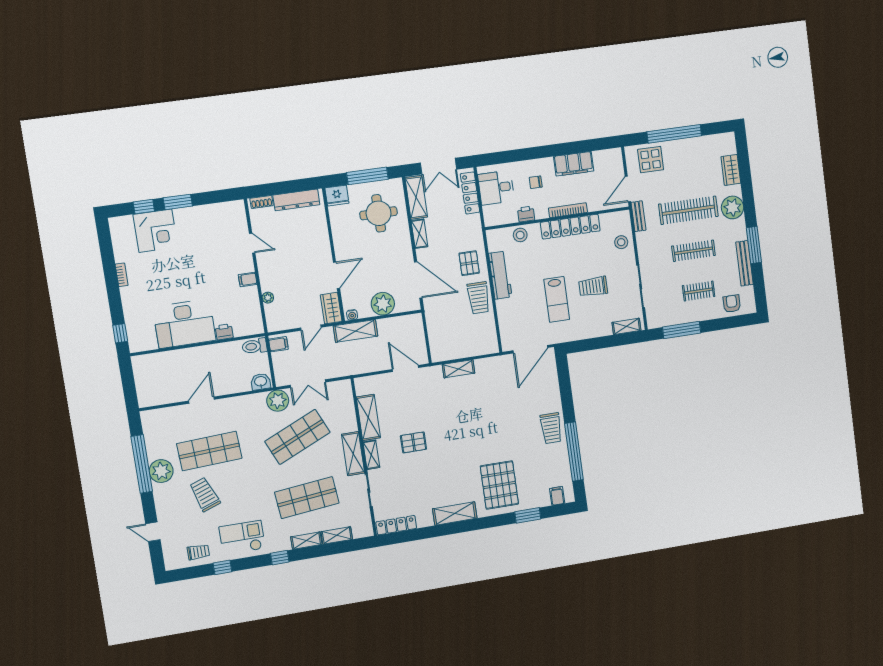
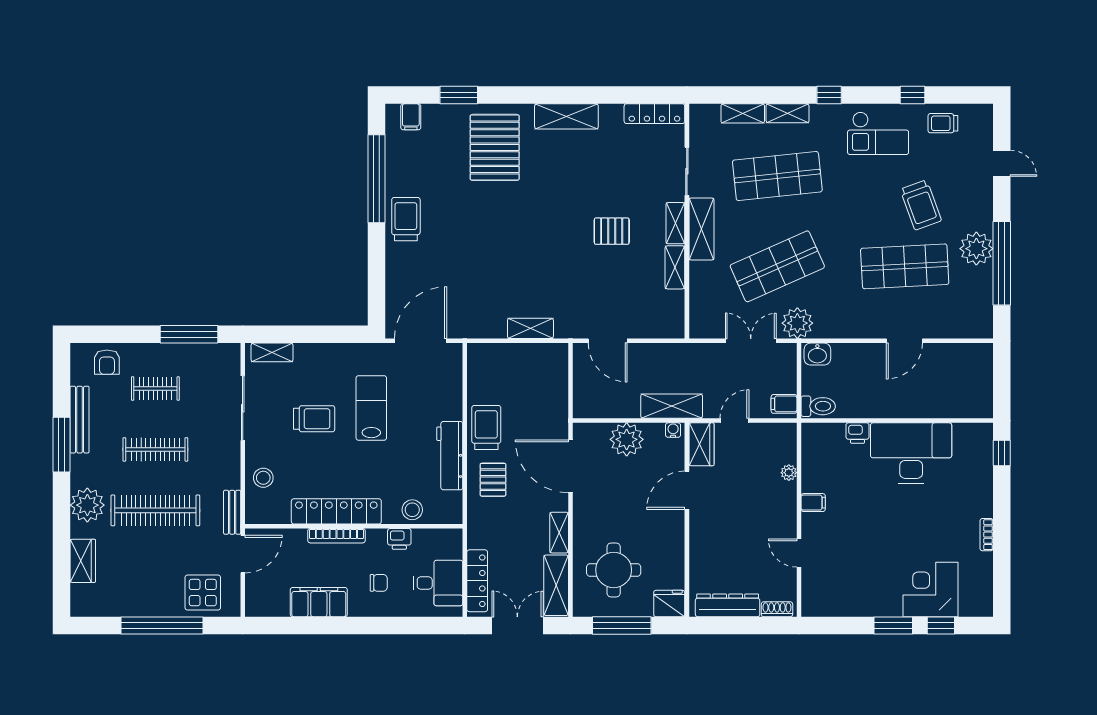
shelving: (368, 417) -> (675, 267), width x0.67, depth x0.75

